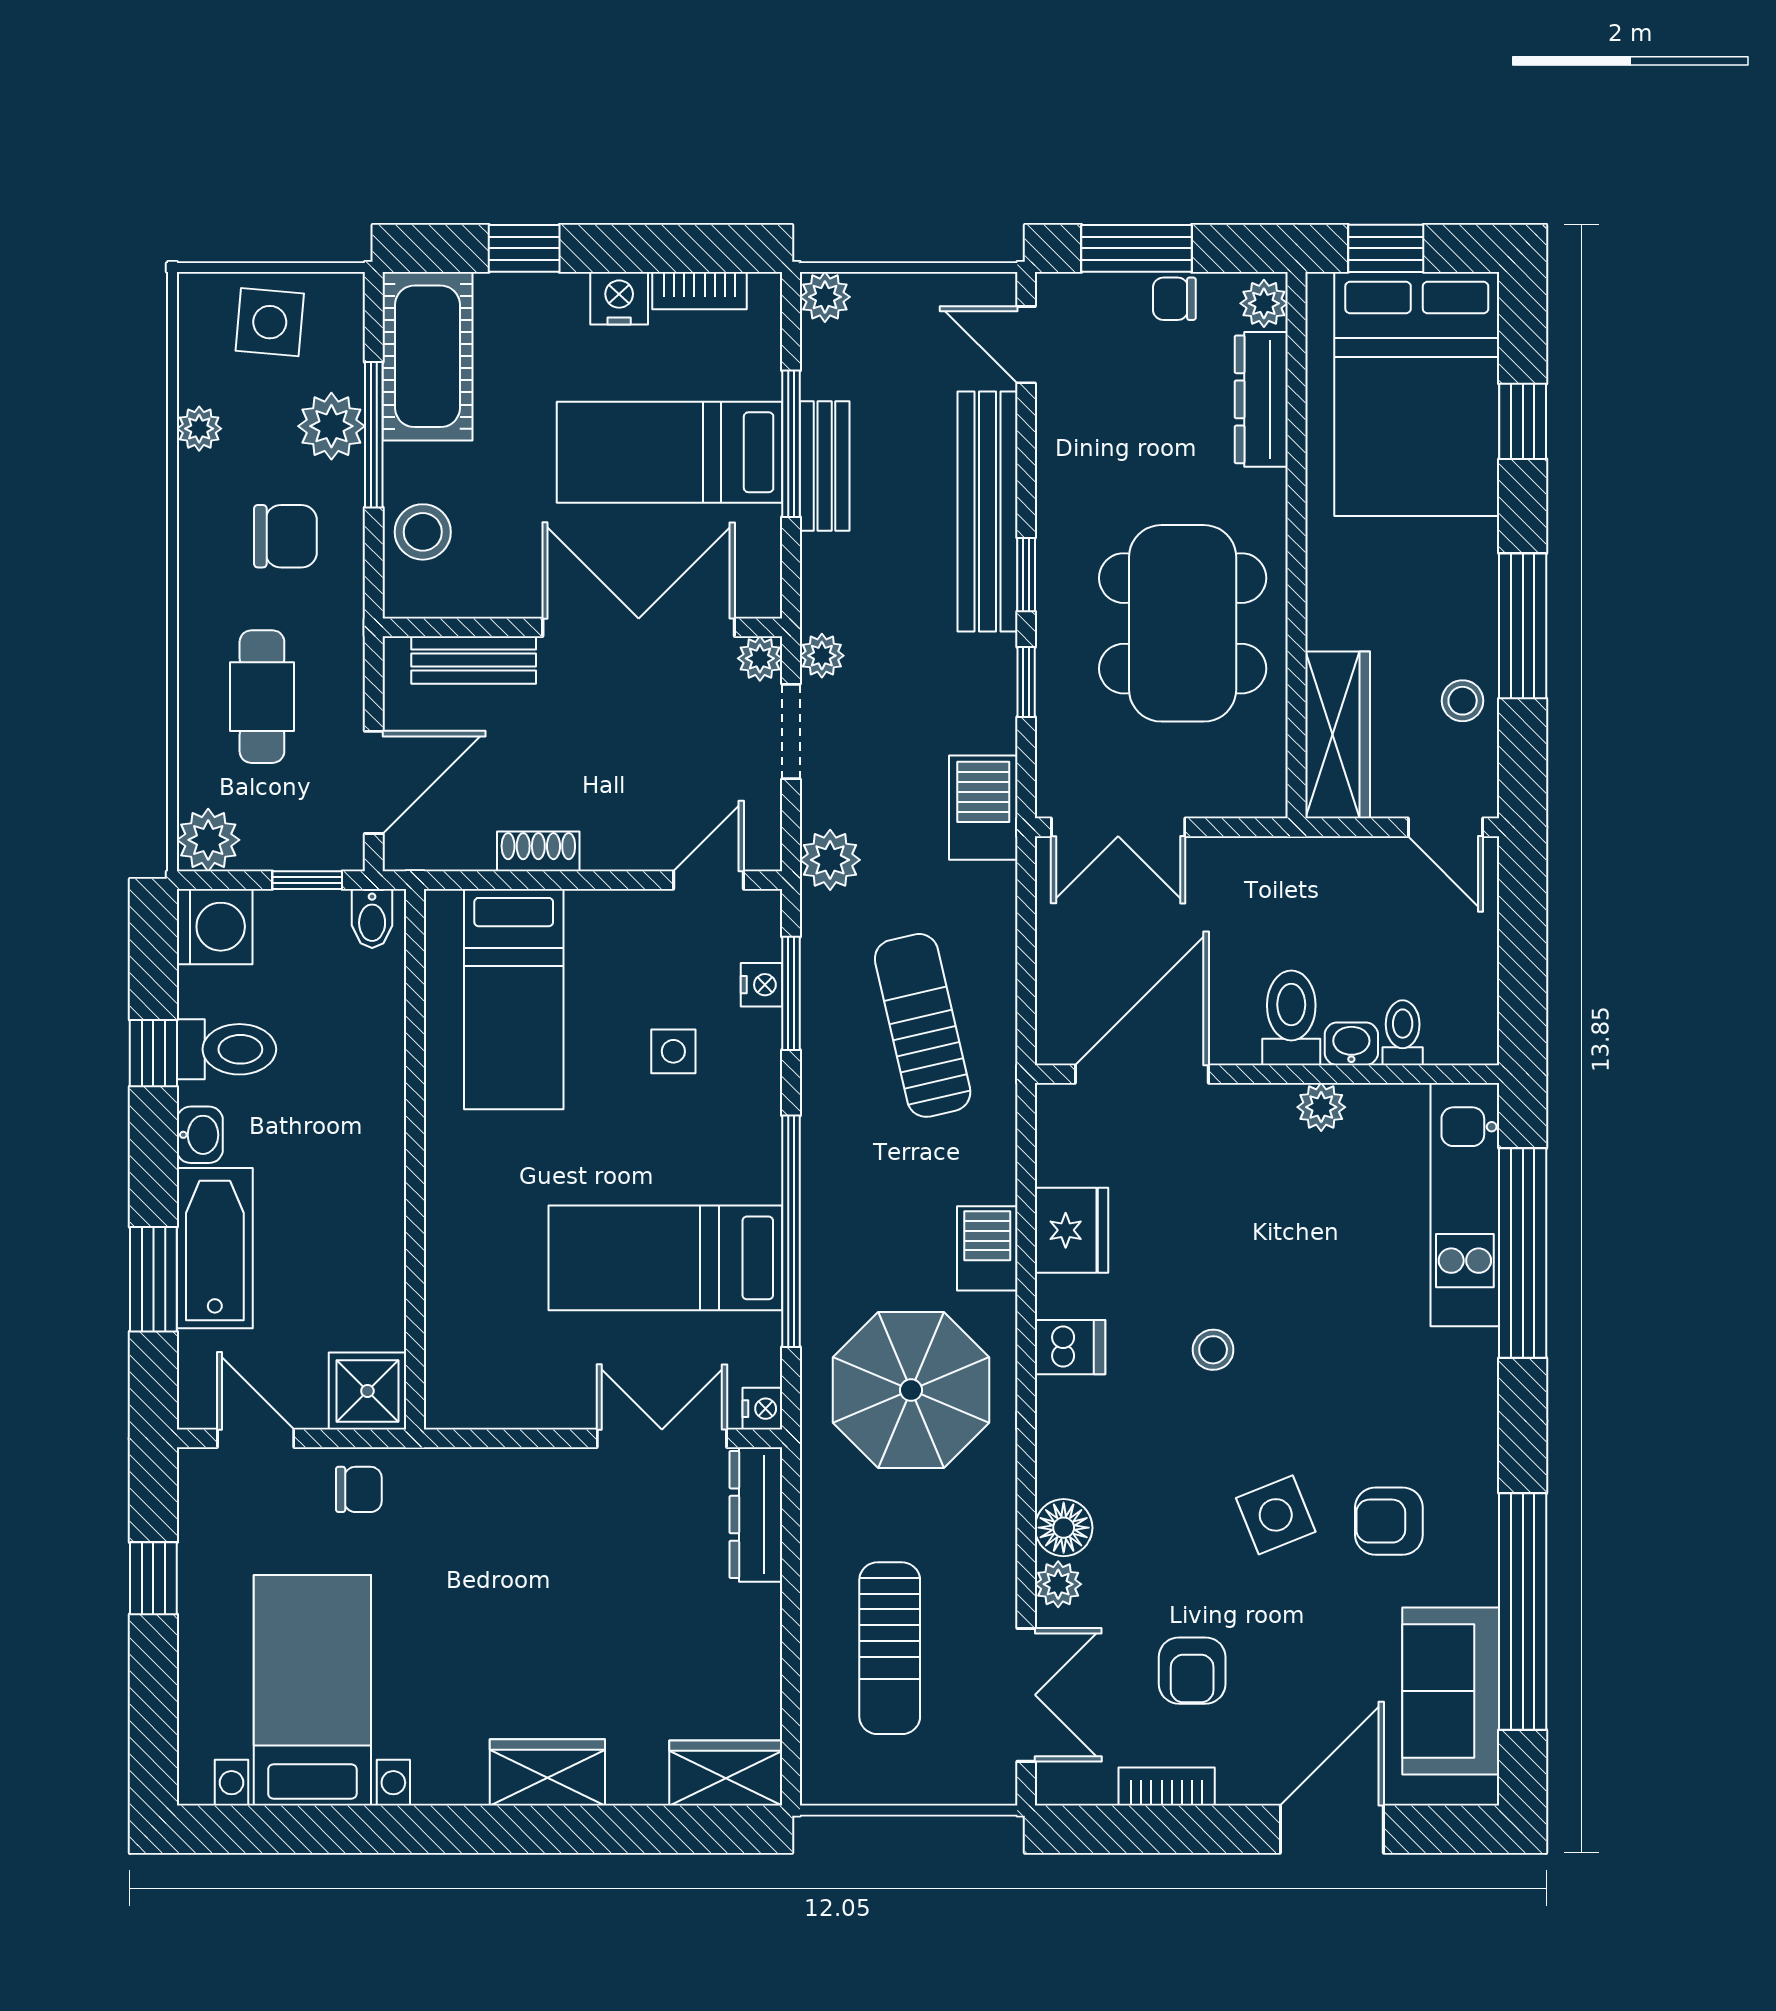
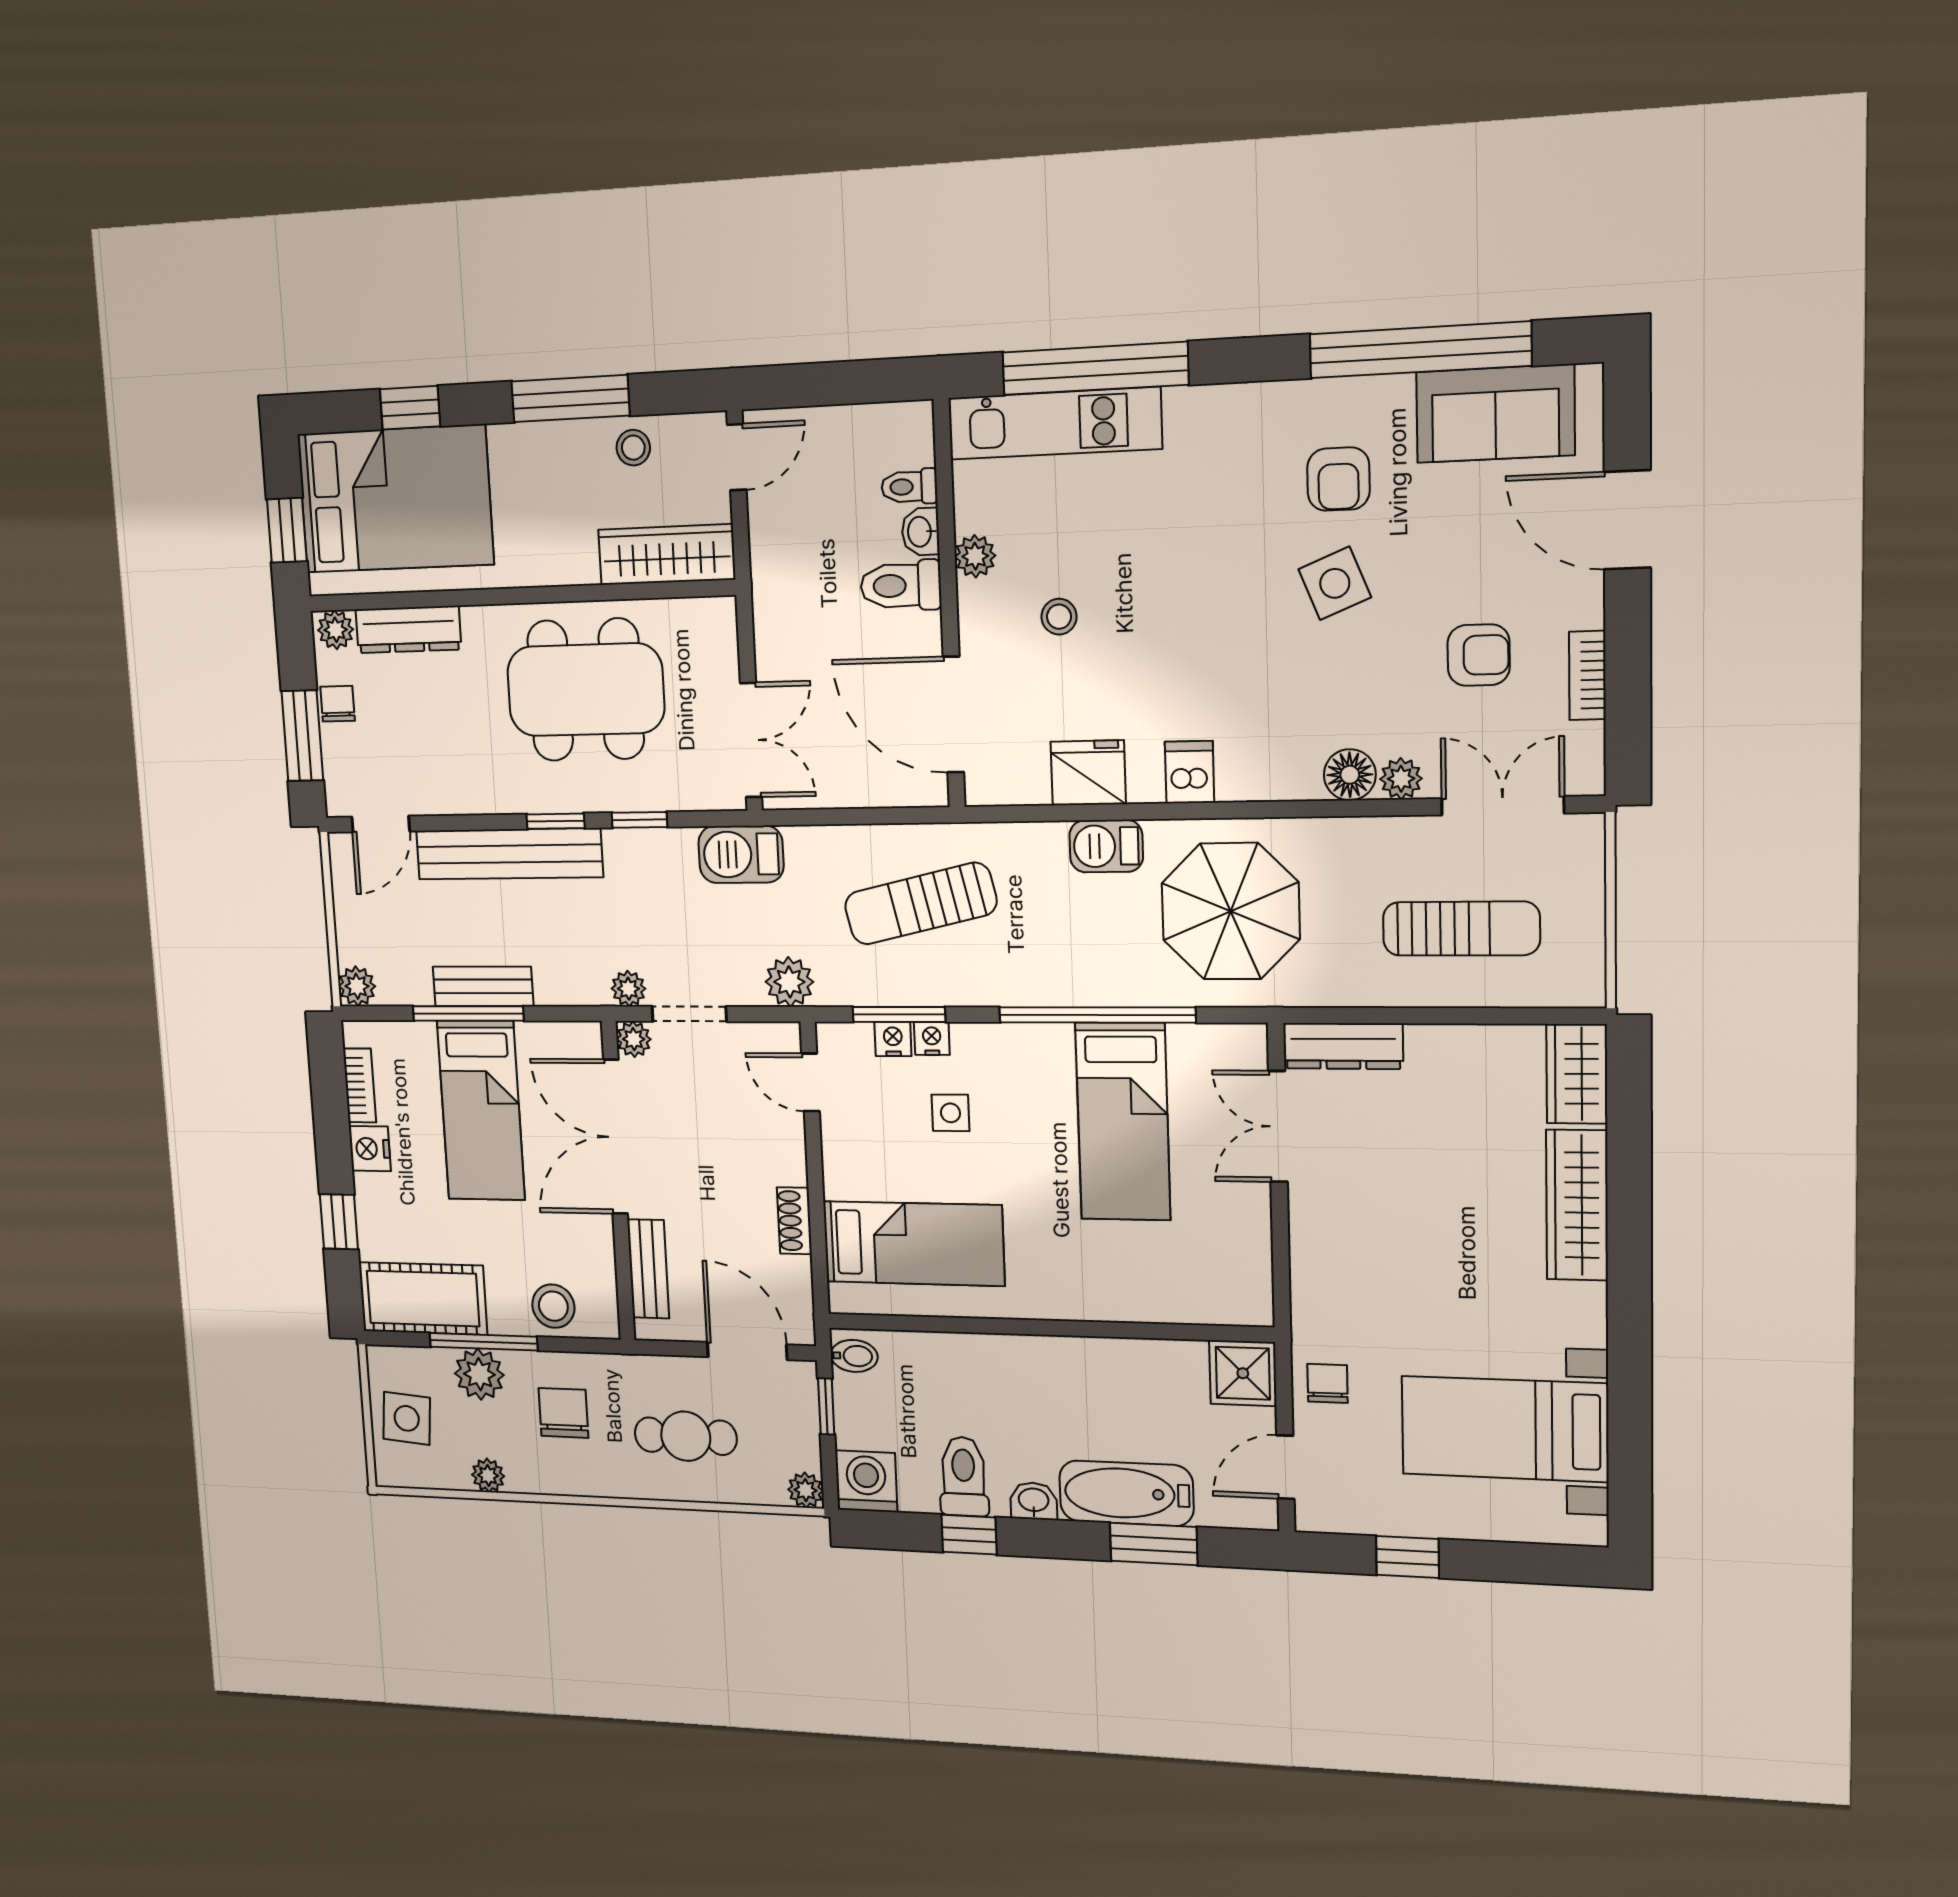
chair: (1174, 299) -> (338, 704), turned 180
plant: (208, 840) -> (806, 1490), width x0.73, depth x0.73
stool: (1213, 1350) -> (1059, 617), moved
nightstand: (762, 1409) -> (932, 1039), moved
wardrobe: (547, 1772) -> (1577, 1205), width x1.50

